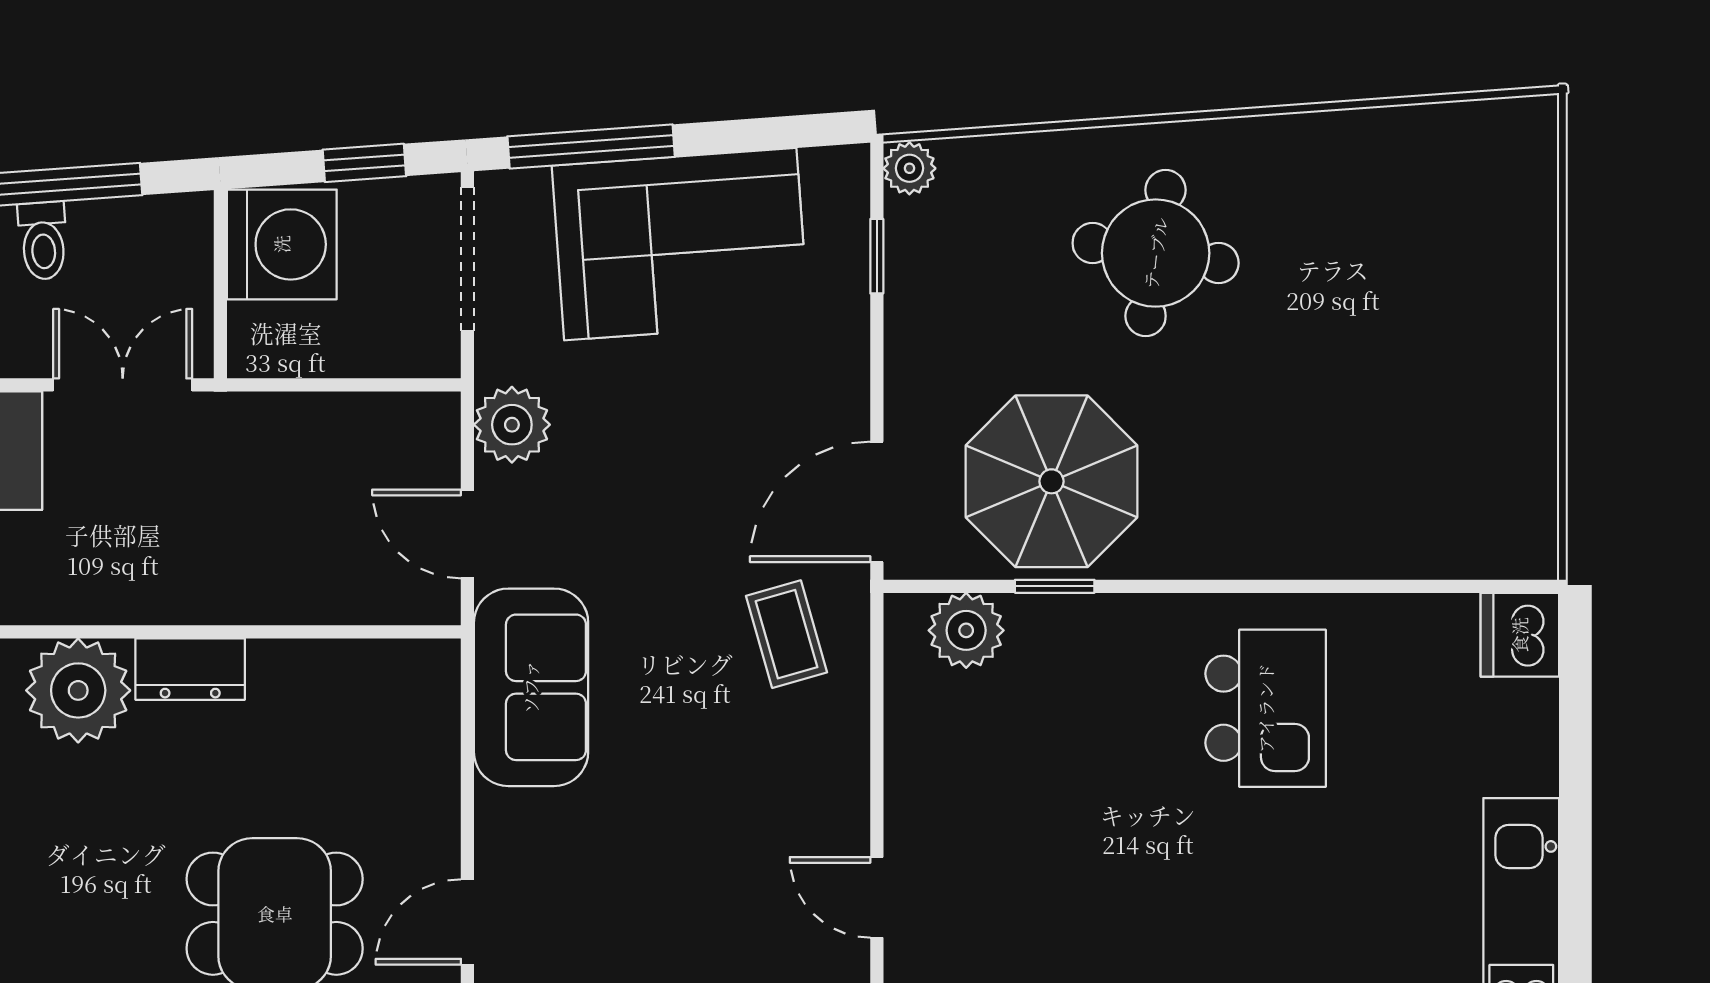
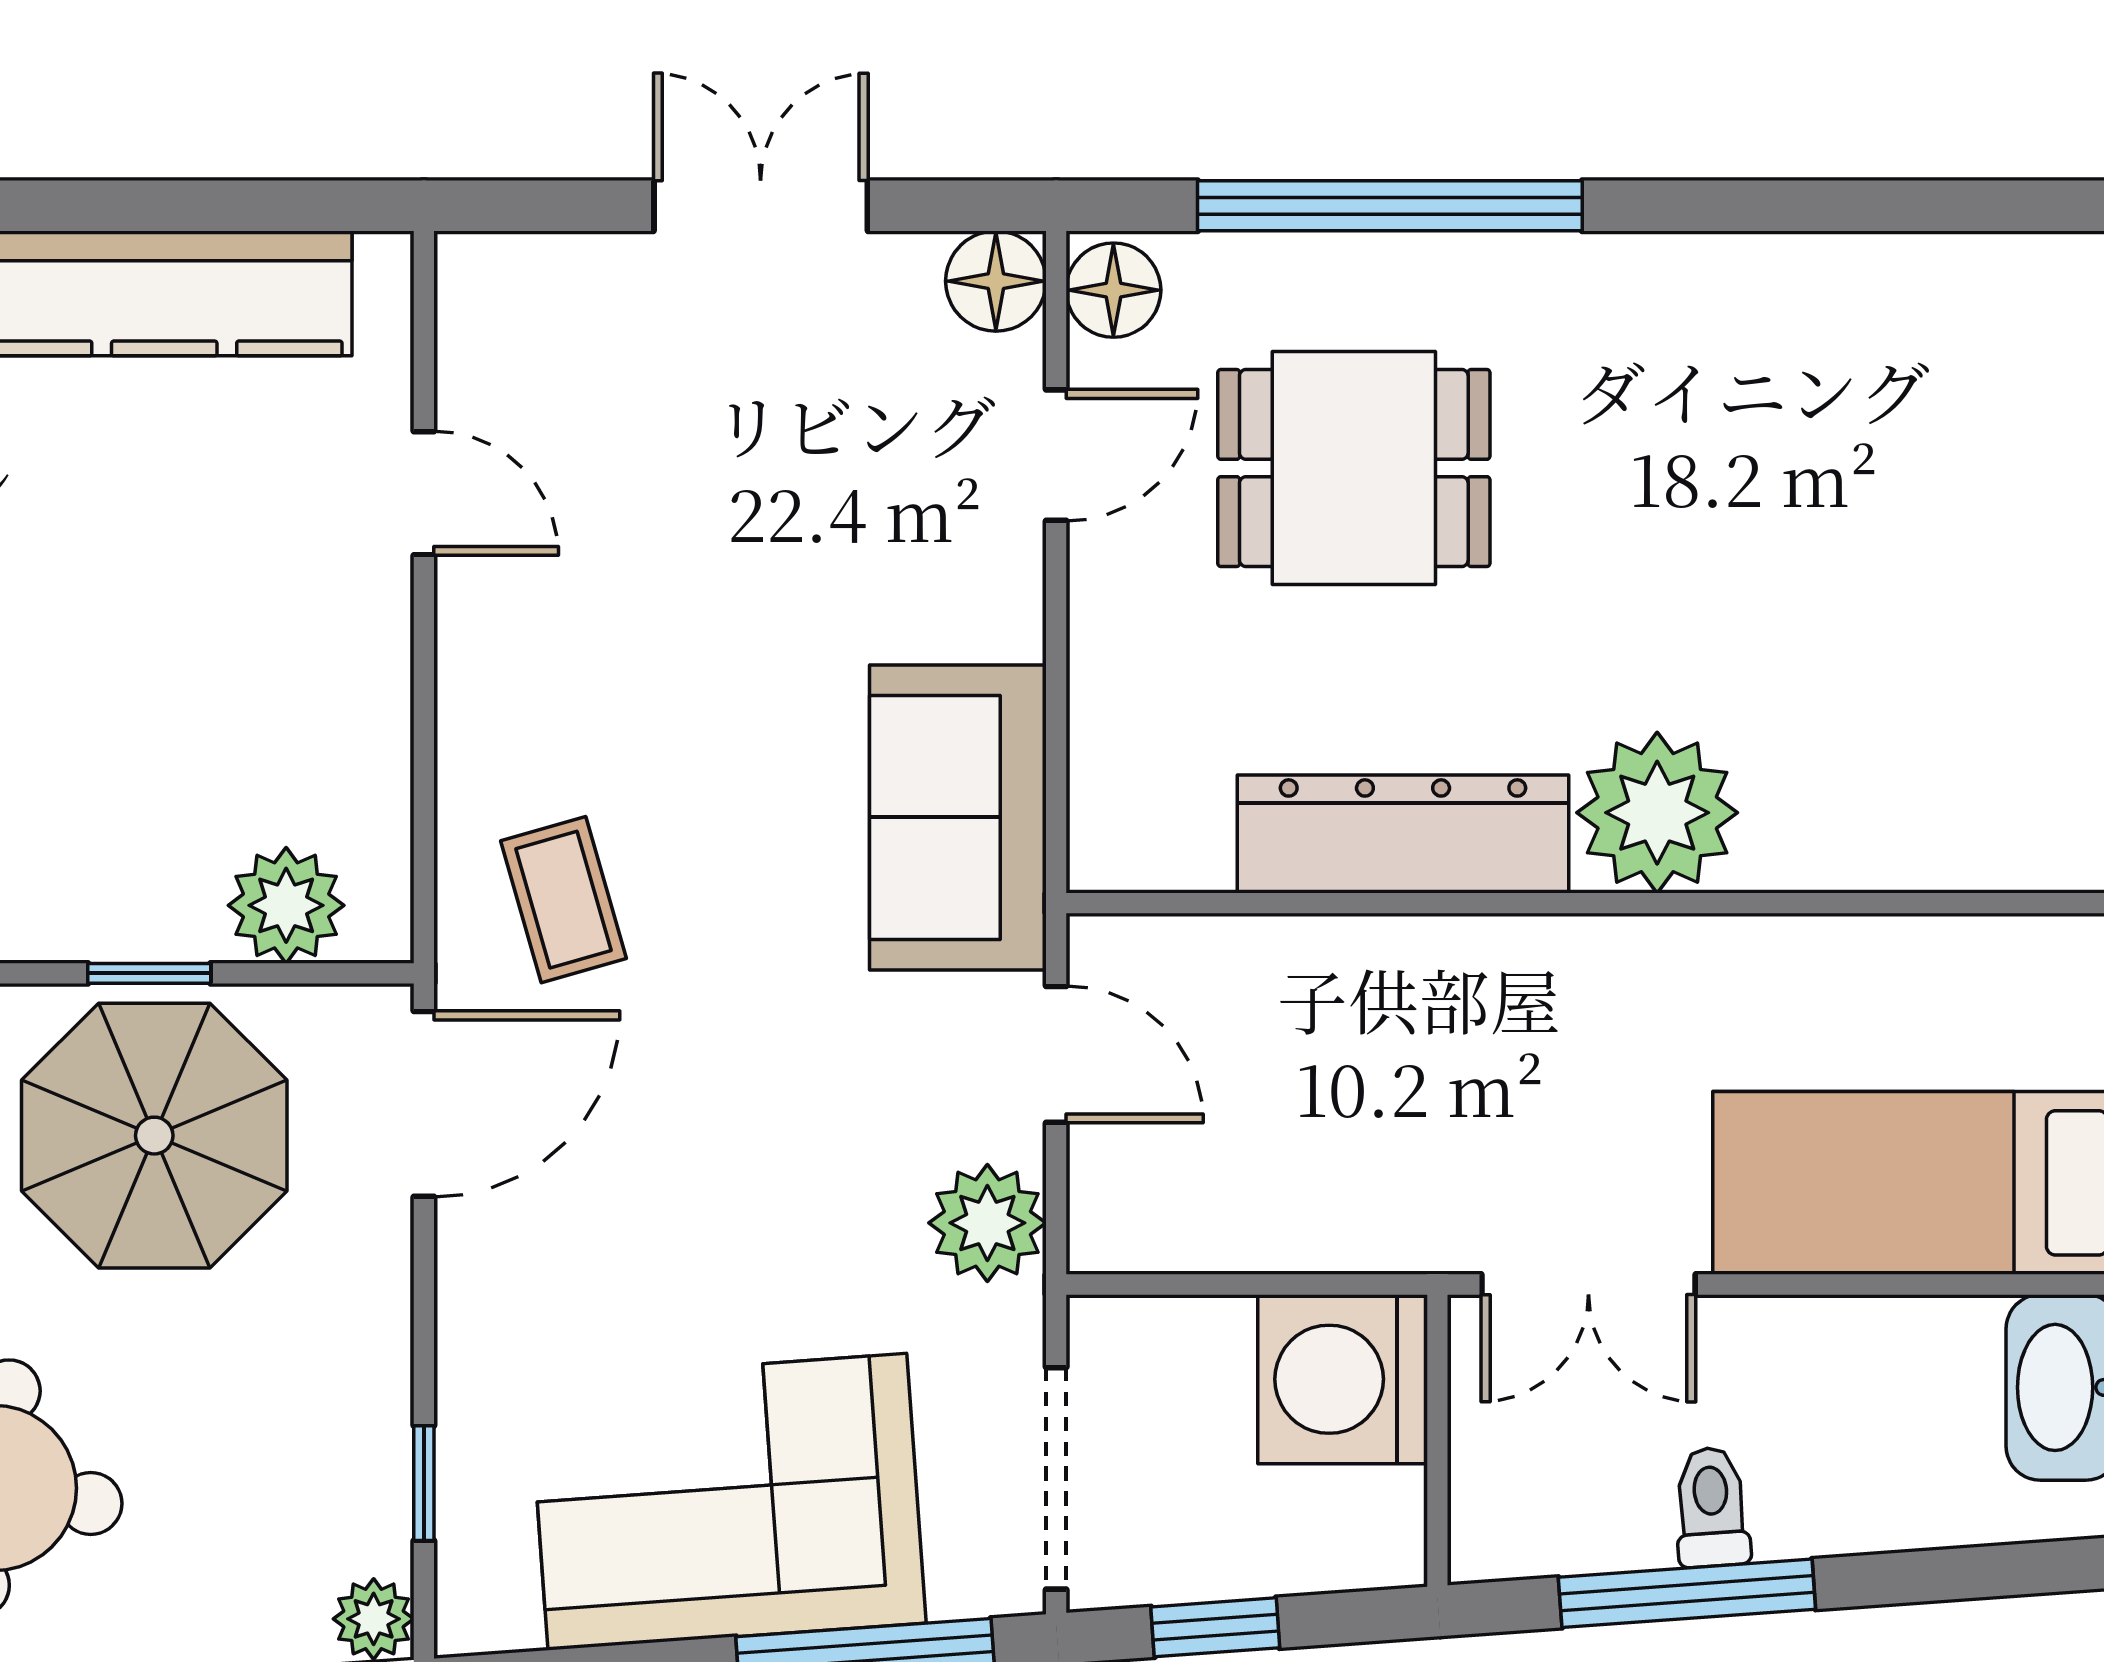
washing machine: (282, 244) -> (1343, 1379), moved
dresser: (190, 669) -> (1403, 834), width x1.96, depth x1.24

